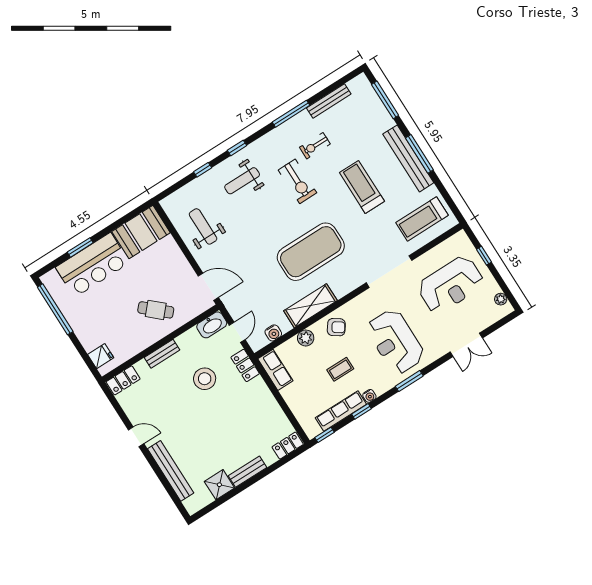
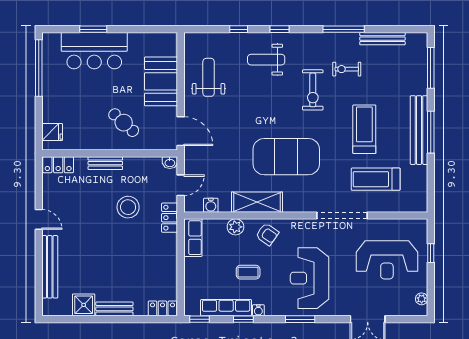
treadmill: (422, 219) -> (376, 179), moved
booth: (141, 232) -> (161, 81), moved, turned 90
washbasin: (212, 325) -> (170, 163), width x0.52, depth x0.69

